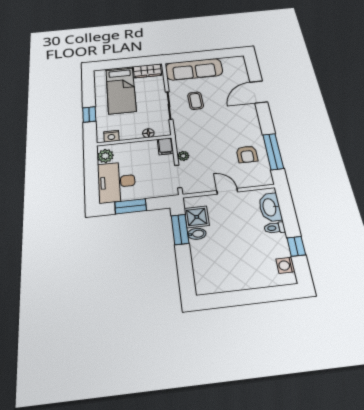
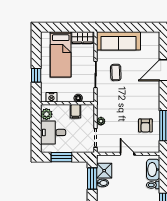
filing cabinet: (165, 146) -> (75, 111), moved
desk: (116, 182) -> (53, 132), width x0.73

